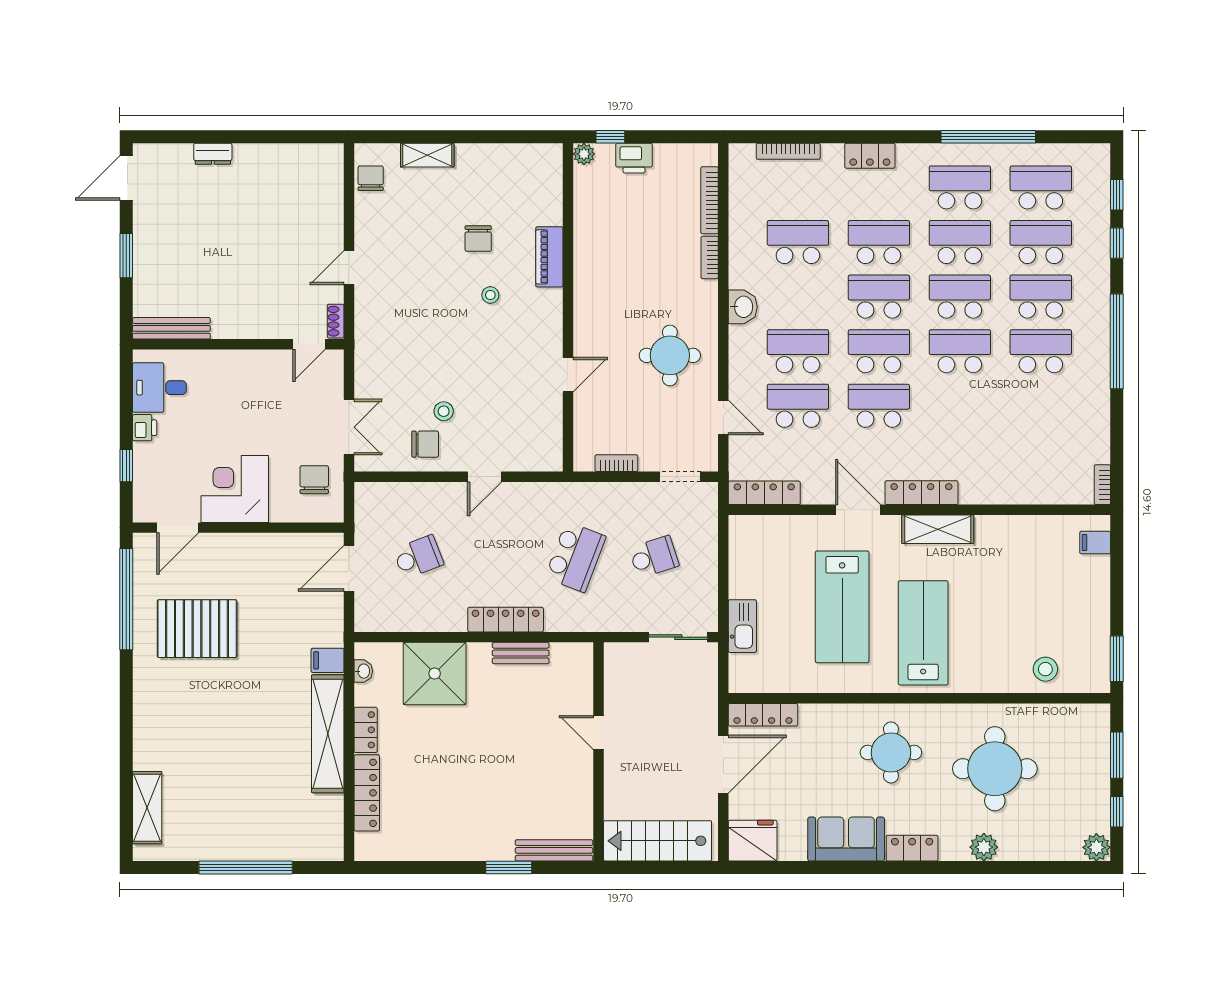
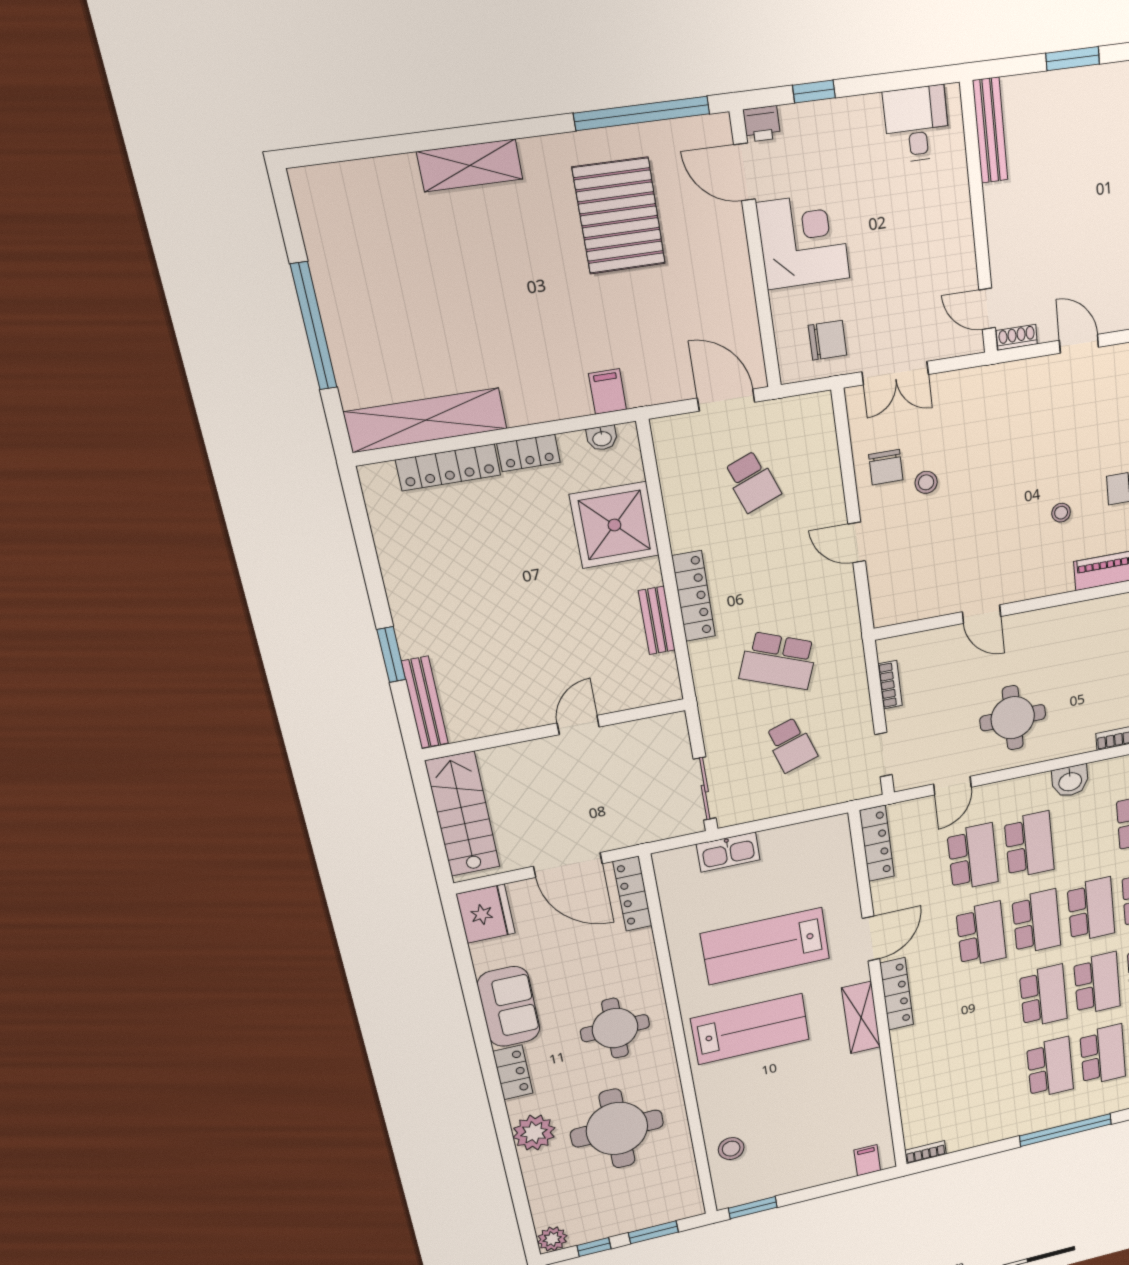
printer: (145, 428) -> (762, 124), moved
shelving: (328, 734) -> (426, 420), moved
shelving: (147, 808) -> (470, 165), moved
plant: (984, 847) -> (534, 1133), width x1.36, depth x1.36

